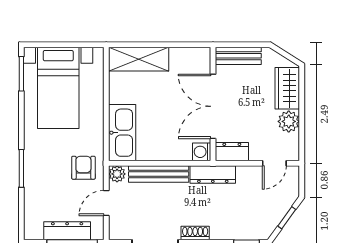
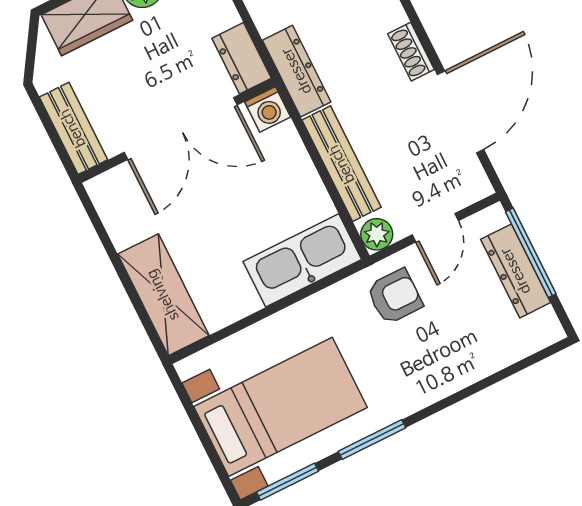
window: (21, 168) -> (372, 440), moved
armchair: (83, 168) -> (395, 297), turned 180
door: (106, 203) -> (435, 228), hinge flipped

